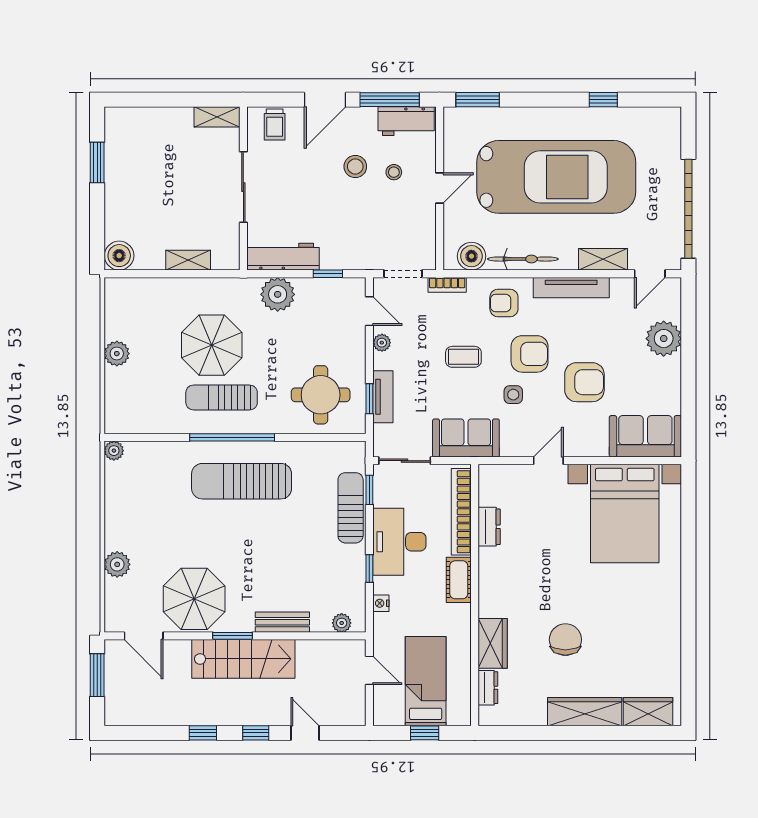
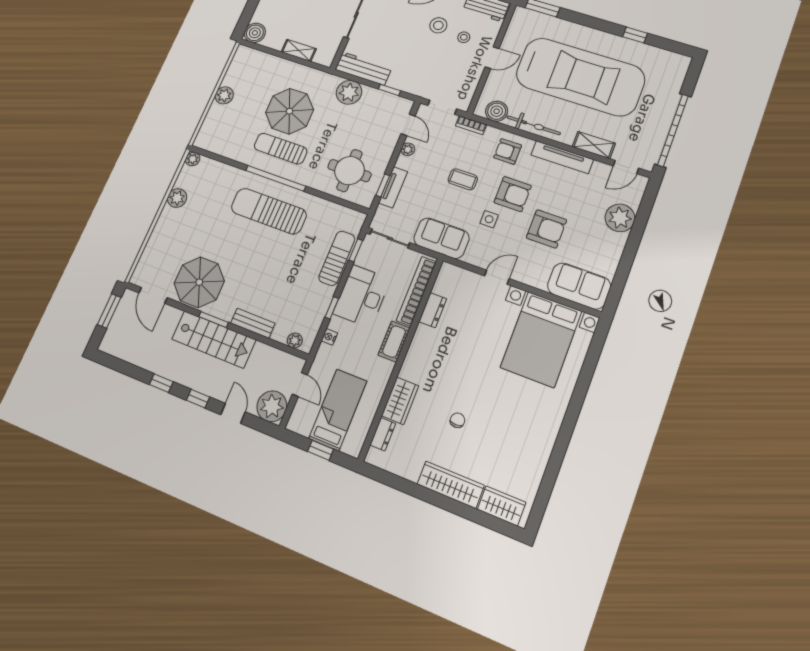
plant: (117, 564) -> (177, 198), moved
chair: (565, 640) -> (457, 420), width x0.54, depth x0.54
plant: (347, 707) -> (272, 406), added

